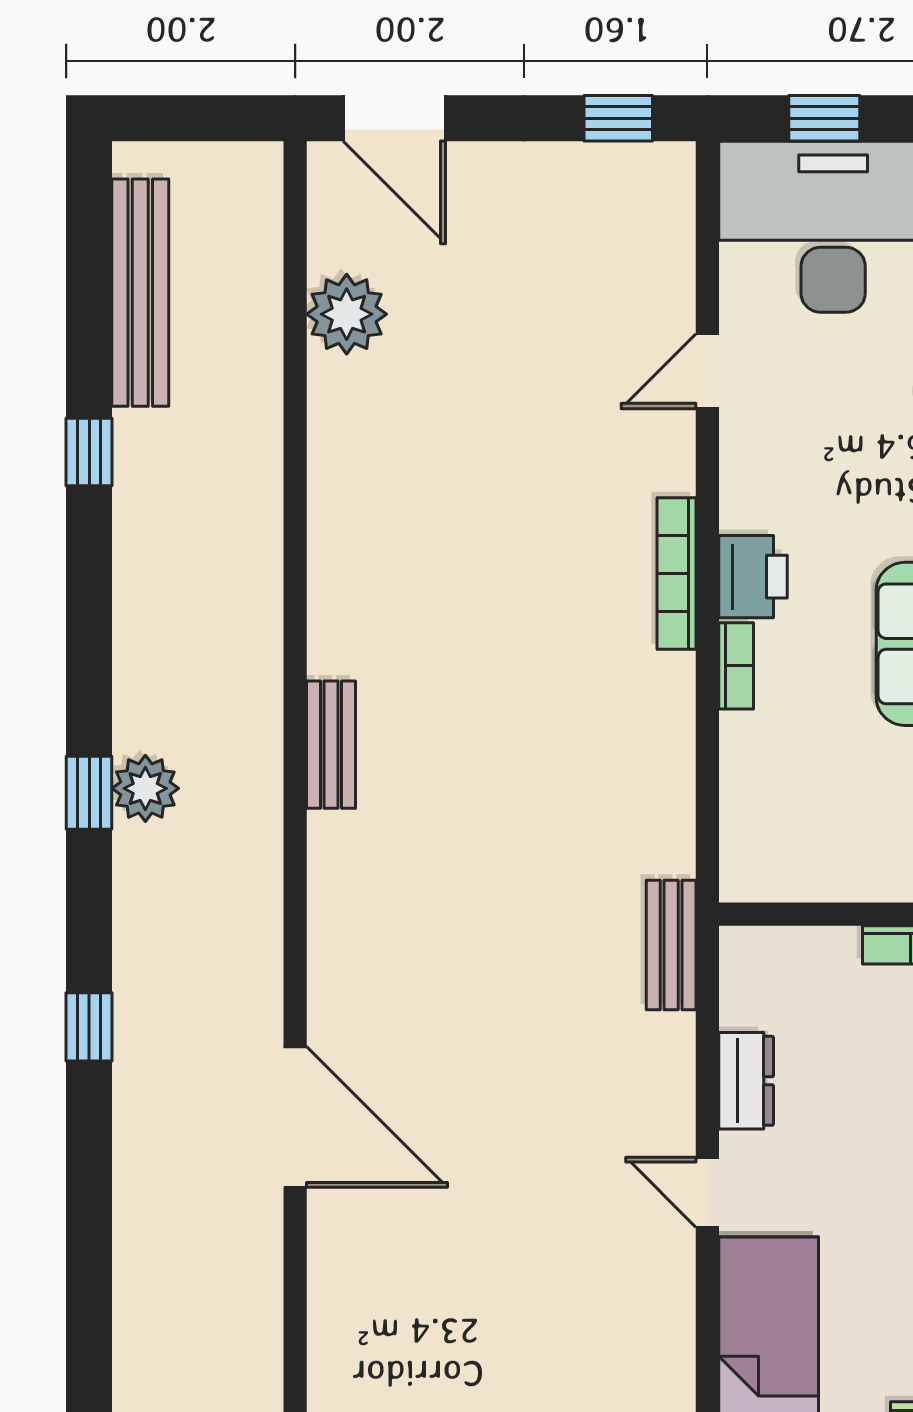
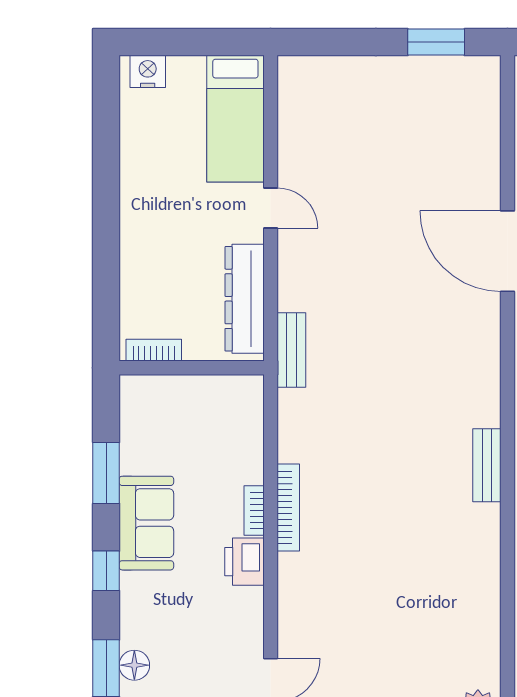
bookcase: (677, 574) -> (288, 507), moved
dresser: (746, 1081) -> (245, 299), width x1.96, depth x1.24

